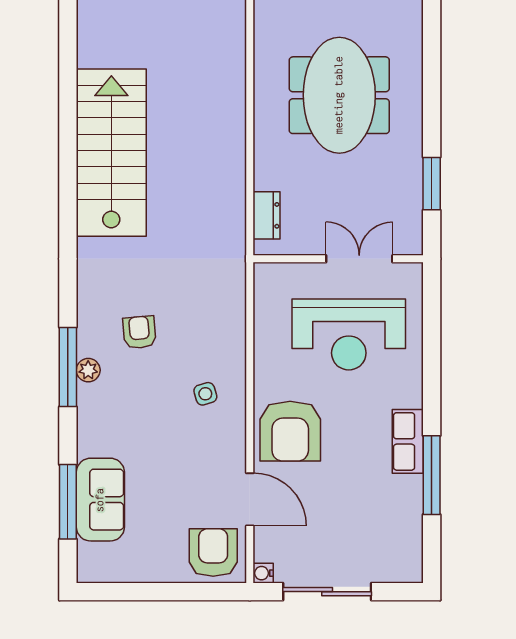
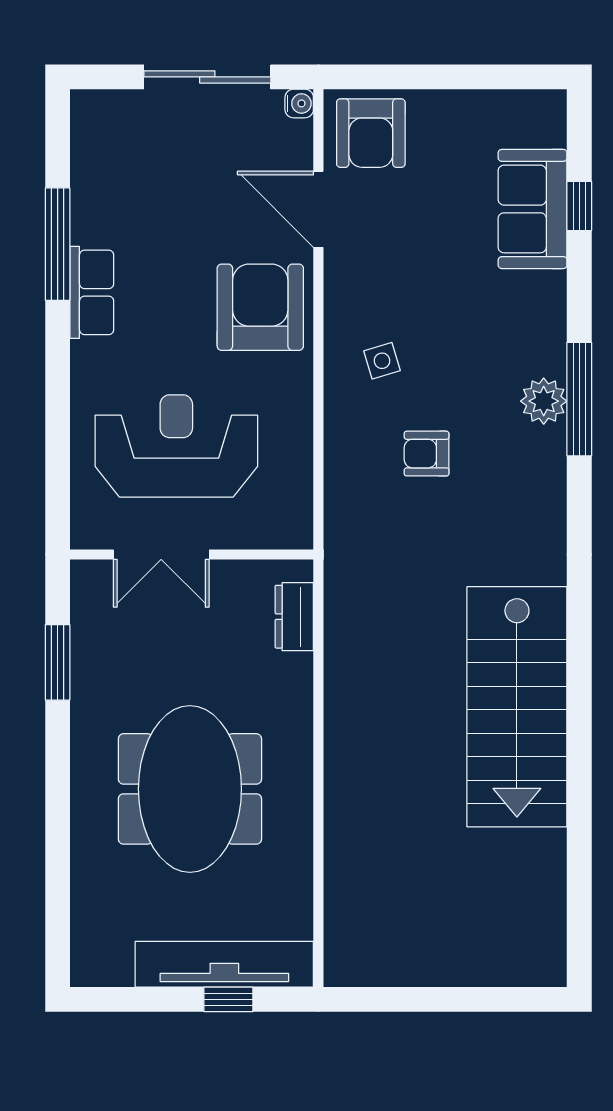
armchair: (139, 332) -> (427, 454), moved, turned 95
plant: (88, 370) -> (544, 401), width x1.38, depth x1.38
window: (68, 502) -> (579, 206), width x0.46

